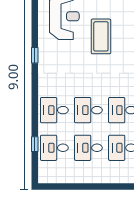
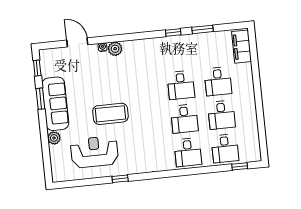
window: (35, 55) -> (120, 179), moved
window: (35, 144) -> (240, 166), moved

